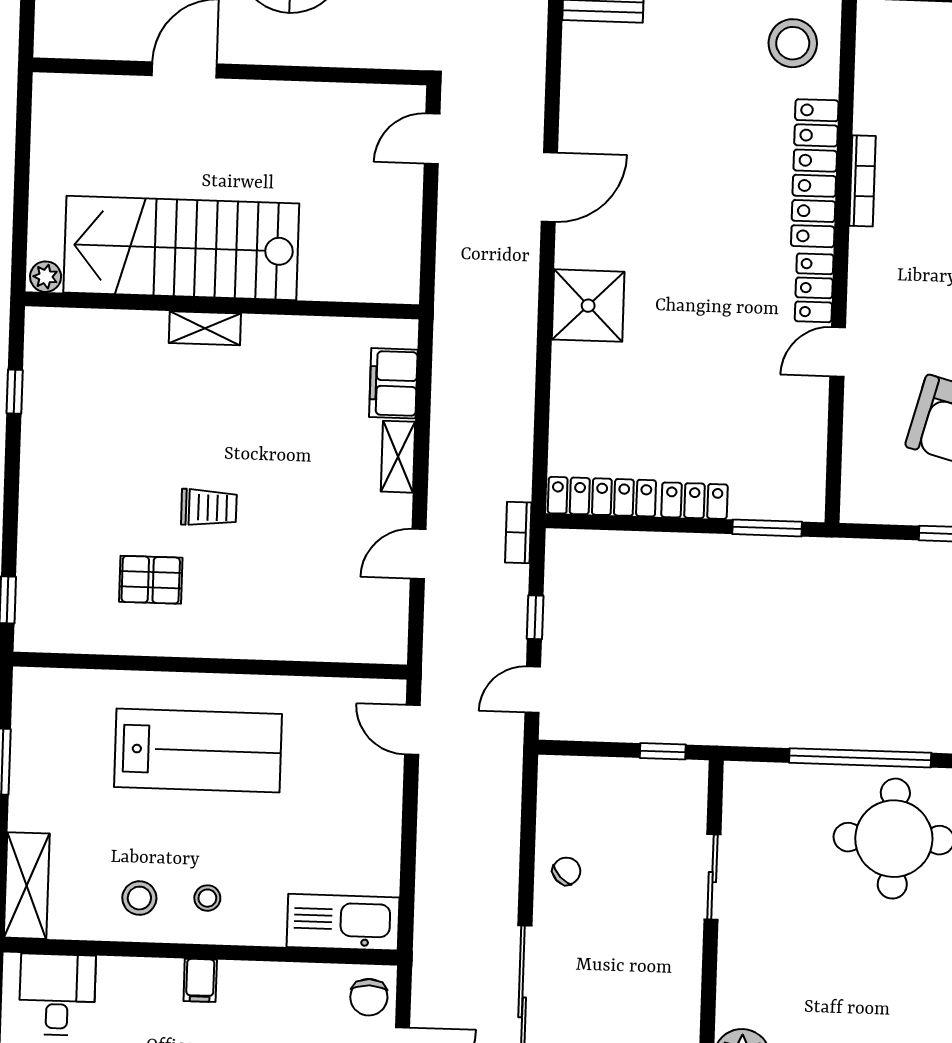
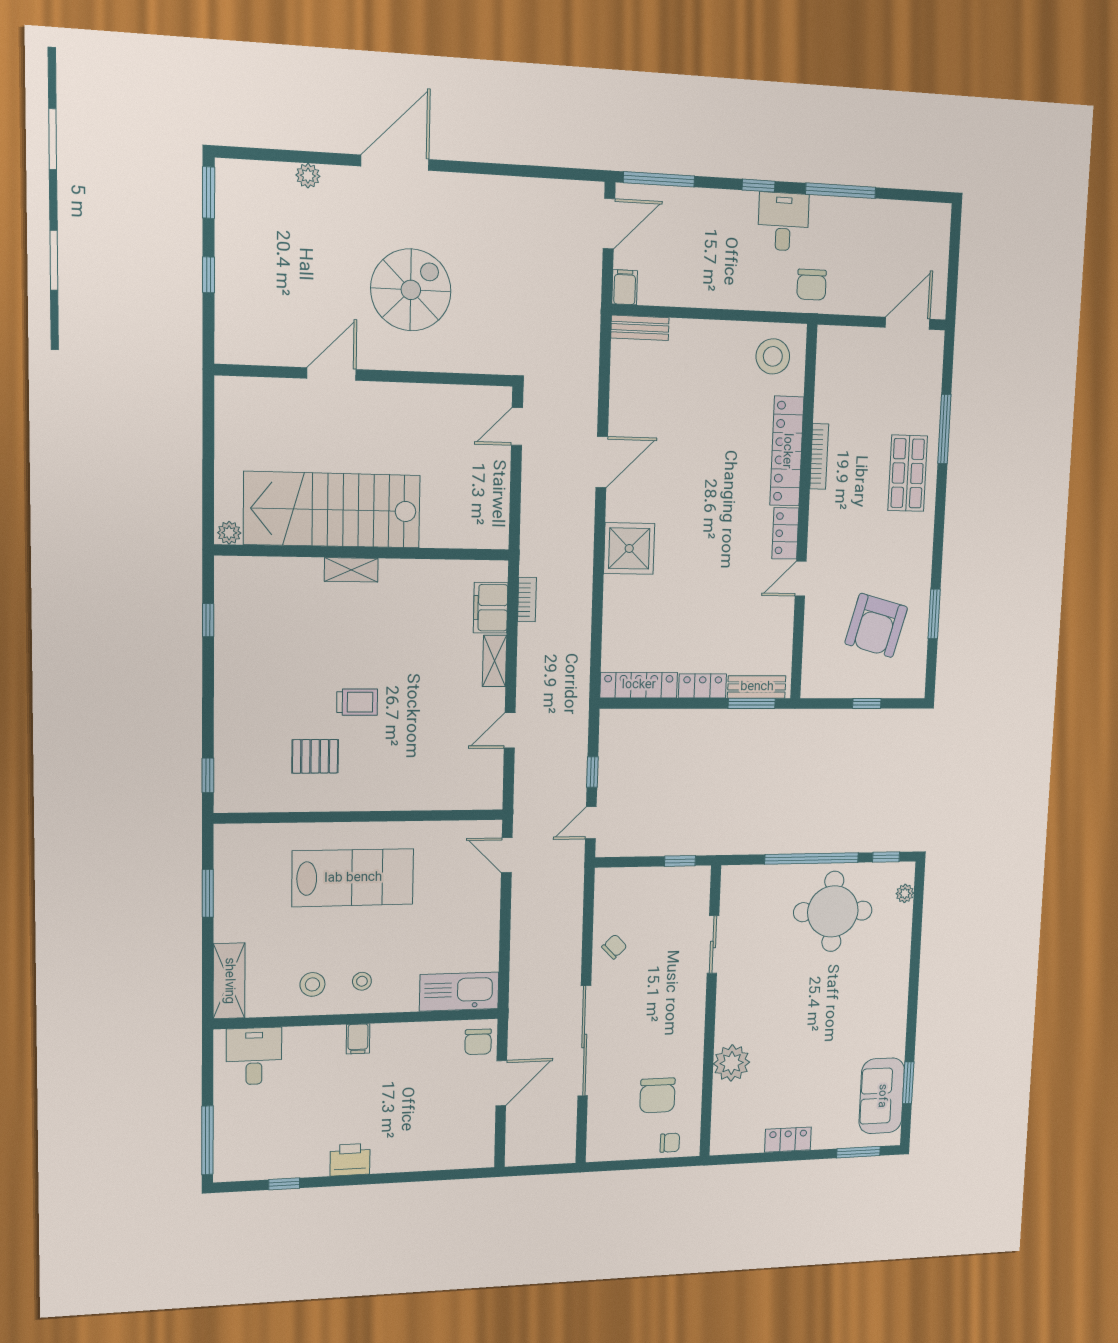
bench: (774, 505) -> (757, 687), added
bookcase: (518, 533) -> (527, 600), moved, turned 180

